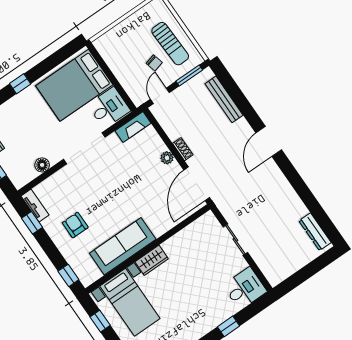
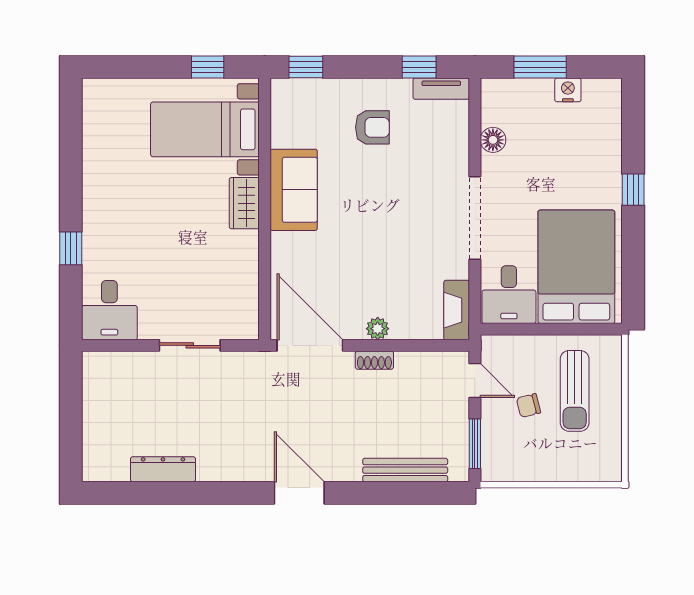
sun lounger: (170, 44) -> (575, 391), moved, turned -88
dresser: (315, 232) -> (163, 469), moved
sofa: (123, 246) -> (294, 190), width x0.73

